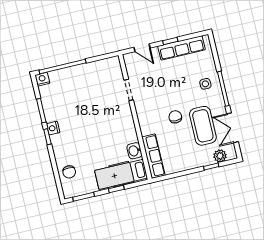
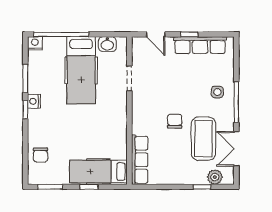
hospital bed: (87, 93) -> (81, 70), added
washbasin: (134, 151) -> (107, 44), moved, turned -90

